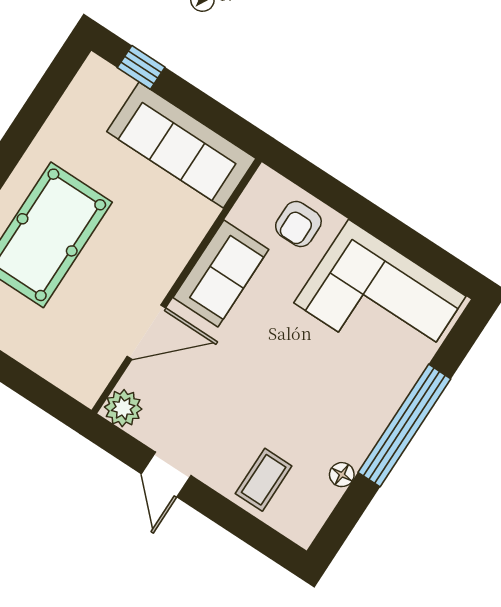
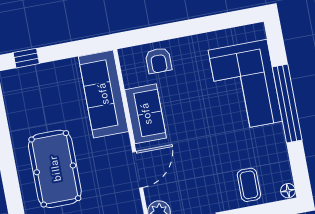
sofa: (181, 145) -> (103, 94), moved, turned 90
corner sofa: (380, 299) -> (245, 86), moved, turned 90
floor lamp: (342, 475) -> (288, 191), moved

